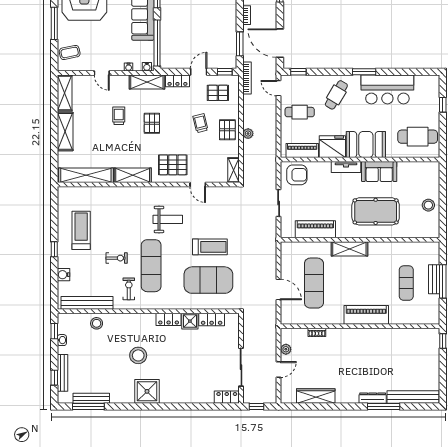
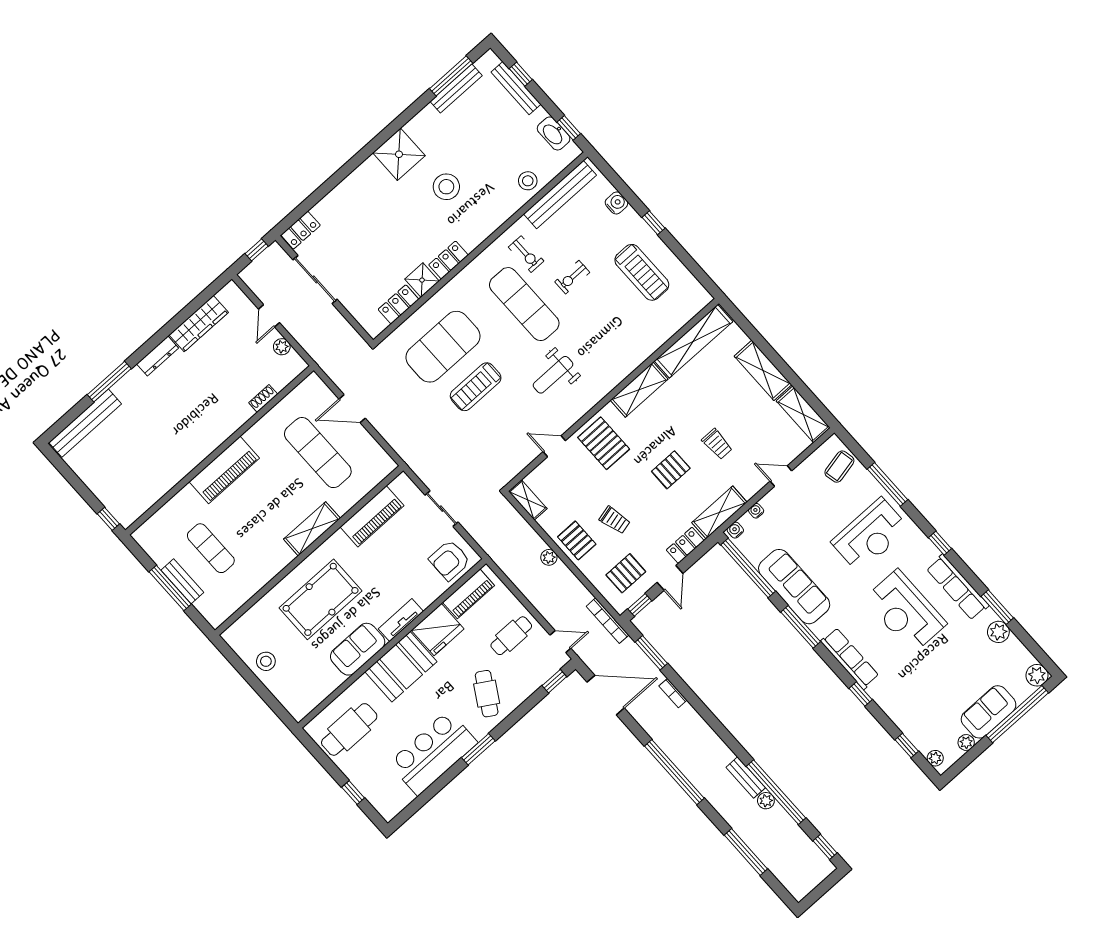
pallet: (152, 123) -> (671, 470), turned 90
pallet: (173, 165) -> (604, 443), turned 90
washbasin: (62, 340) -> (554, 133), width x1.91, depth x1.45
dresser: (373, 398) -> (158, 356), moved

